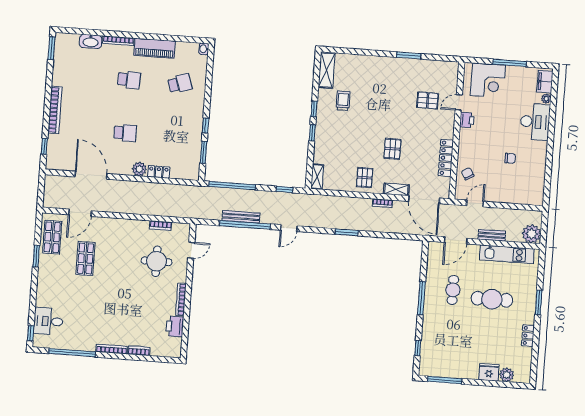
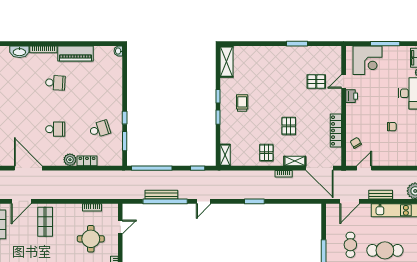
school desk: (180, 84) -> (100, 129), moved
trolley: (343, 101) -> (242, 103), moved
shop shelf: (85, 259) -> (45, 222), moved

